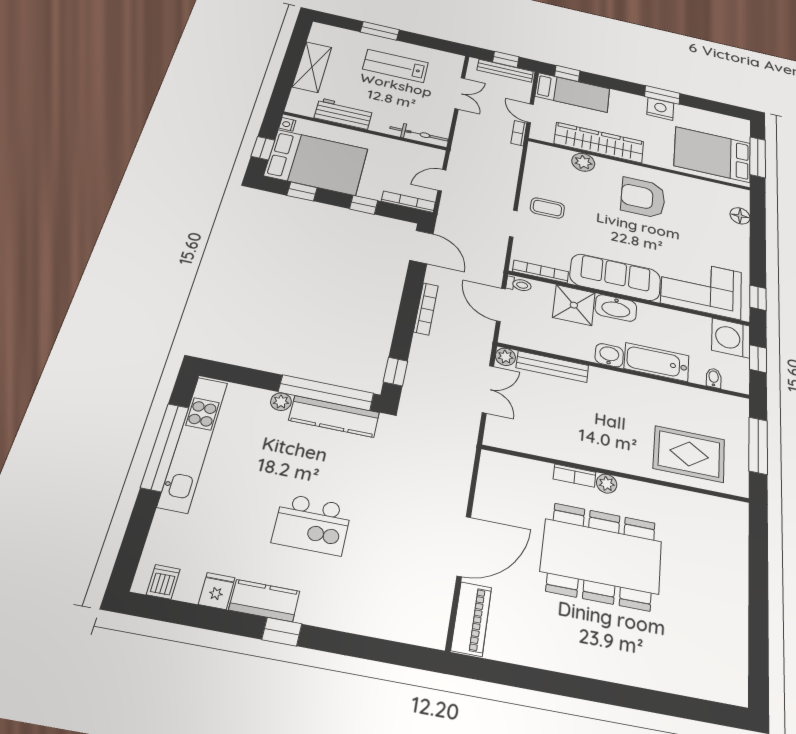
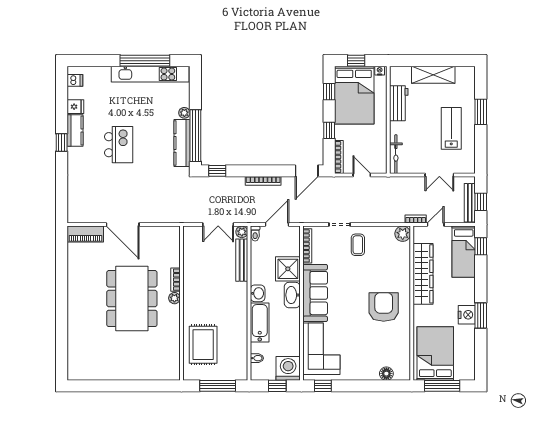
plant: (583, 162) -> (403, 234), moved
toilet: (519, 284) -> (255, 234), moved
kitchen island: (312, 524) -> (119, 145), turned 180

